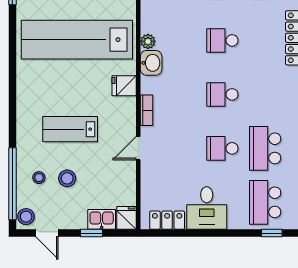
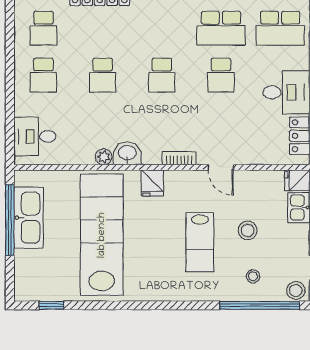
lab bench: (77, 40) -> (102, 235), turned 180
stool: (67, 178) -> (248, 230), moved

